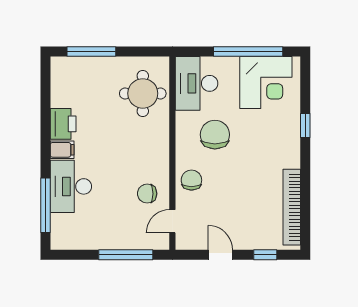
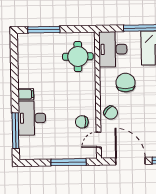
printer: (63, 124) -> (26, 77), removed
chair: (191, 180) -> (111, 113), turned 132
door: (220, 255) -> (130, 161), width x1.87

